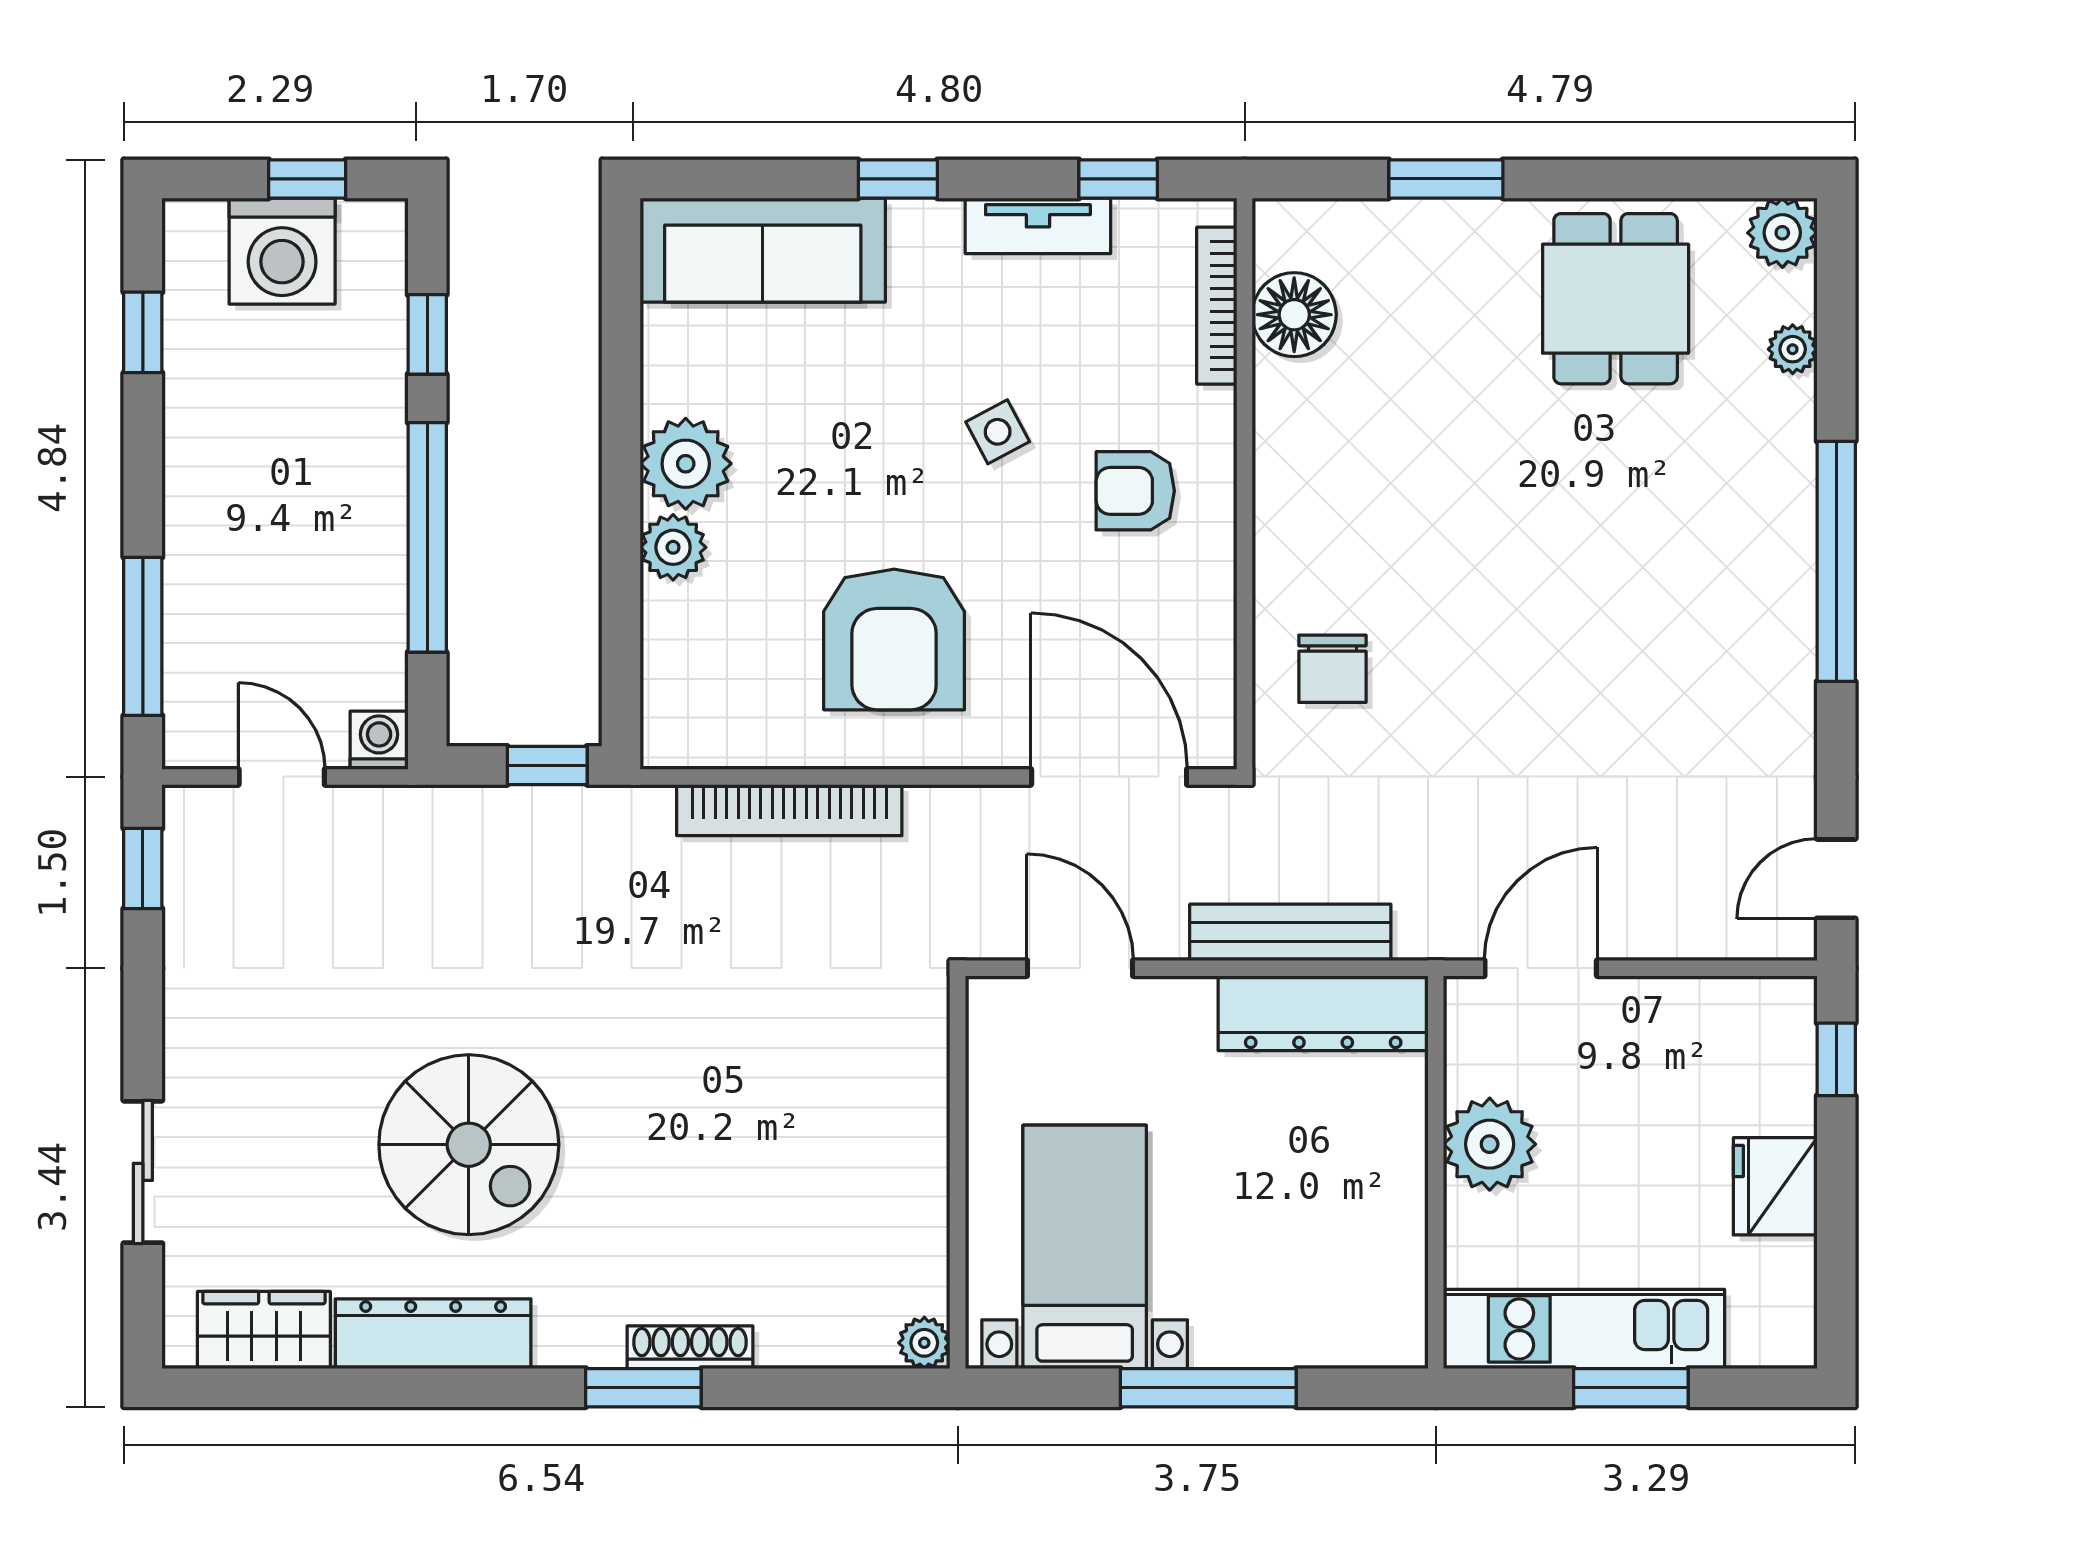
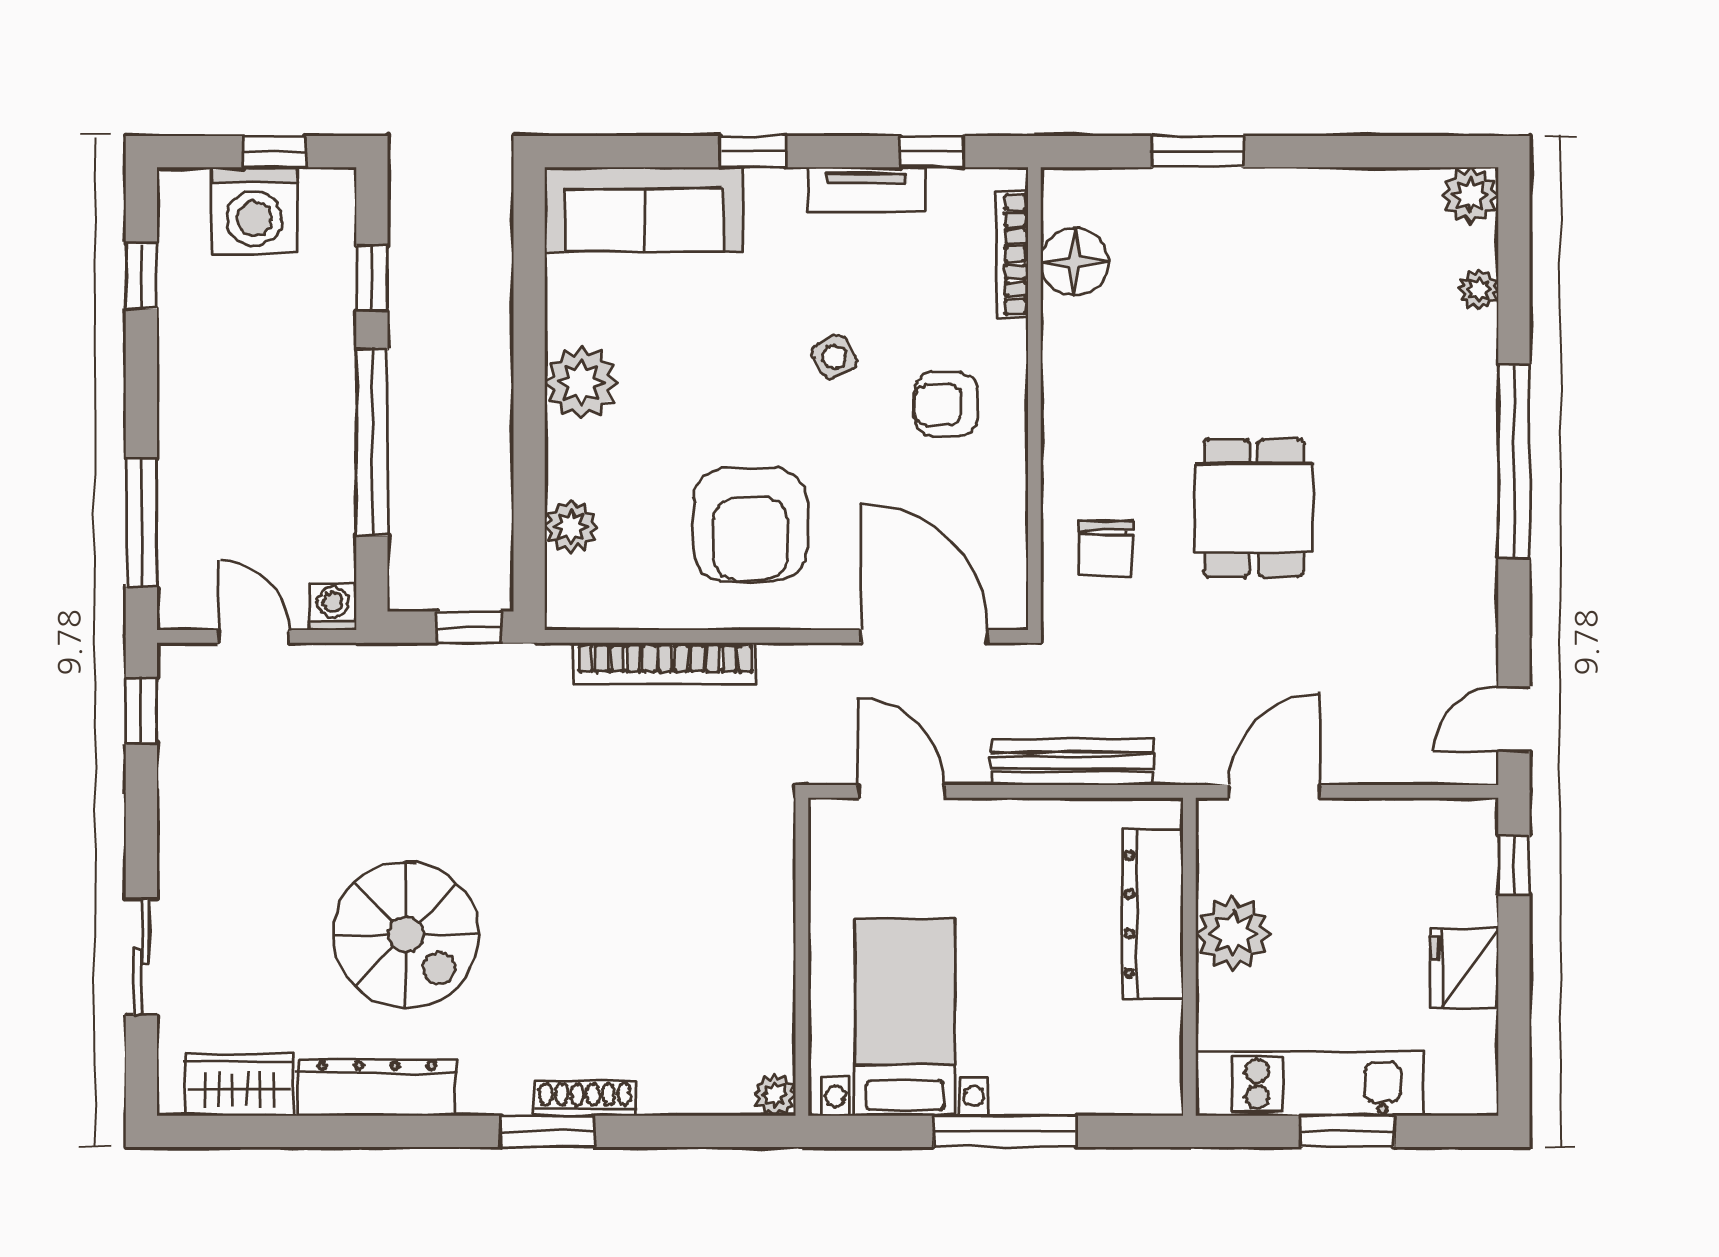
dining table: (1616, 299) -> (1254, 508), moved
plant: (673, 547) -> (571, 526), moved
dresser: (1323, 1013) -> (1153, 914), moved, turned 90

